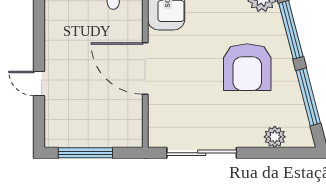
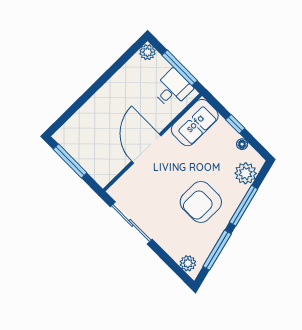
door: (39, 83) -> (82, 100), removed
plant: (275, 137) -> (188, 263), moved

